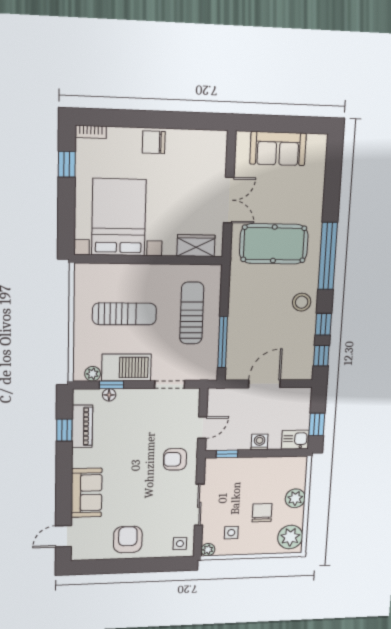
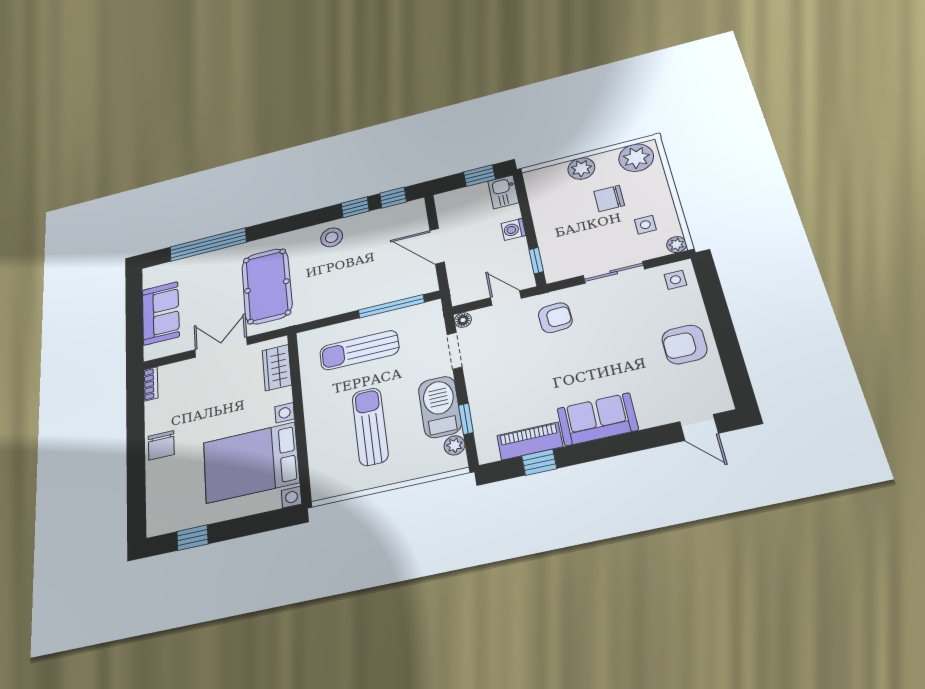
bookcase: (91, 132) -> (151, 384), moved
window: (328, 256) -> (208, 245), moved
floor lamp: (109, 395) -> (463, 320), moved
armchair: (175, 459) -> (555, 318), turned -93
sofa: (87, 493) -> (597, 419), moved

